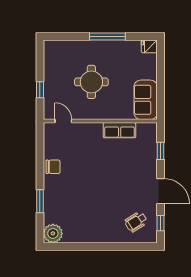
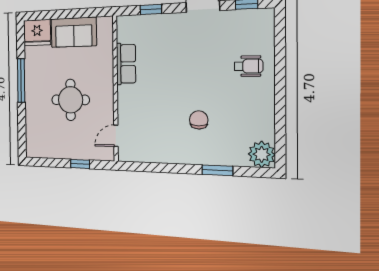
fridge: (149, 46) -> (37, 33), width x1.88, depth x1.34
sofa: (146, 100) -> (74, 32), moved
chair: (53, 167) -> (199, 120), moved
wheelchair: (136, 222) -> (249, 66), moved, turned -58

